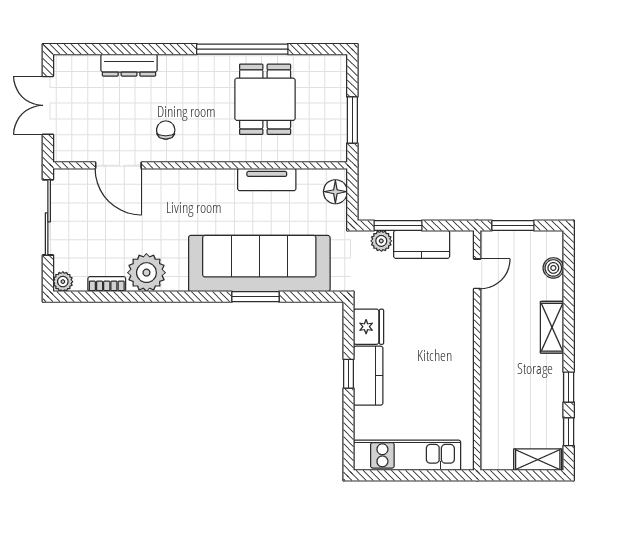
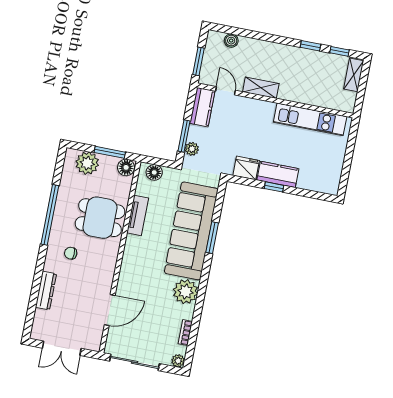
plant: (330, 90) -> (87, 163), added
dining table: (265, 99) -> (100, 218), moved
chair: (166, 130) -> (71, 253), moved
floor lamp: (335, 149) -> (126, 167), added
kitchen counter: (422, 244) -> (202, 107), moved
plant: (146, 273) -> (186, 292), moved
shelving: (552, 327) -> (261, 88), moved
kitchen unit: (407, 455) -> (310, 119), moved, turned -90

